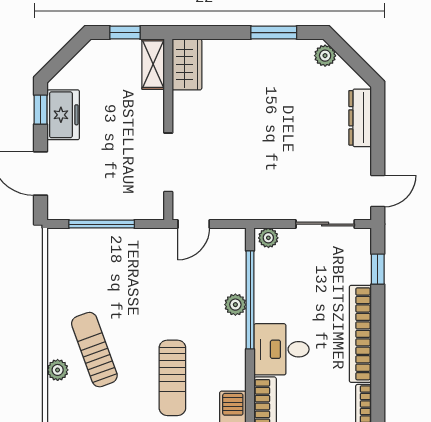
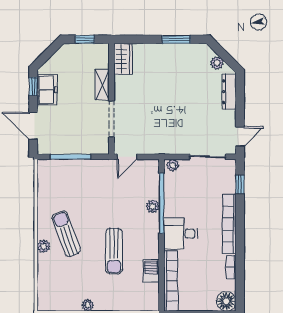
plant: (325, 56) -> (217, 63), moved
shelving: (153, 64) -> (102, 84), moved

